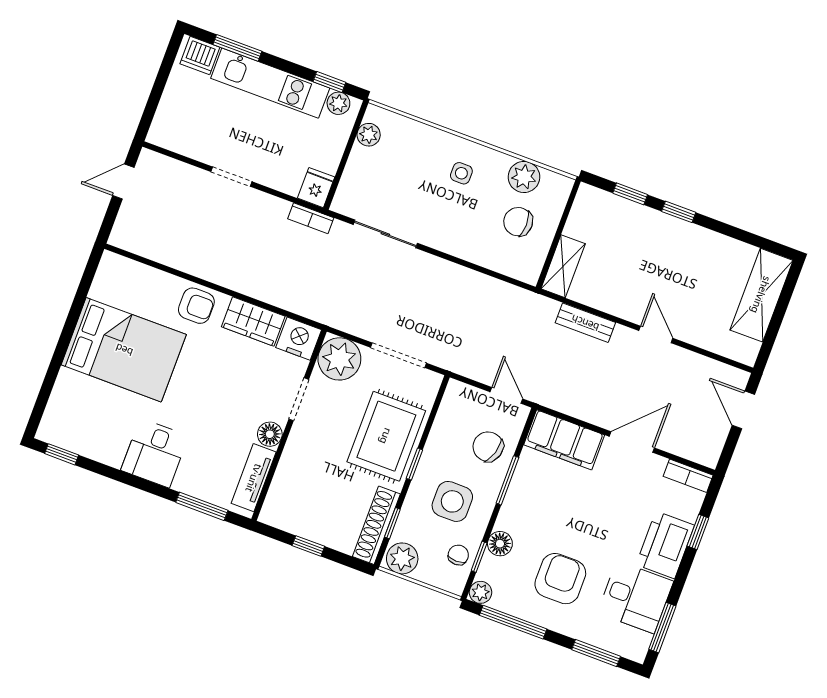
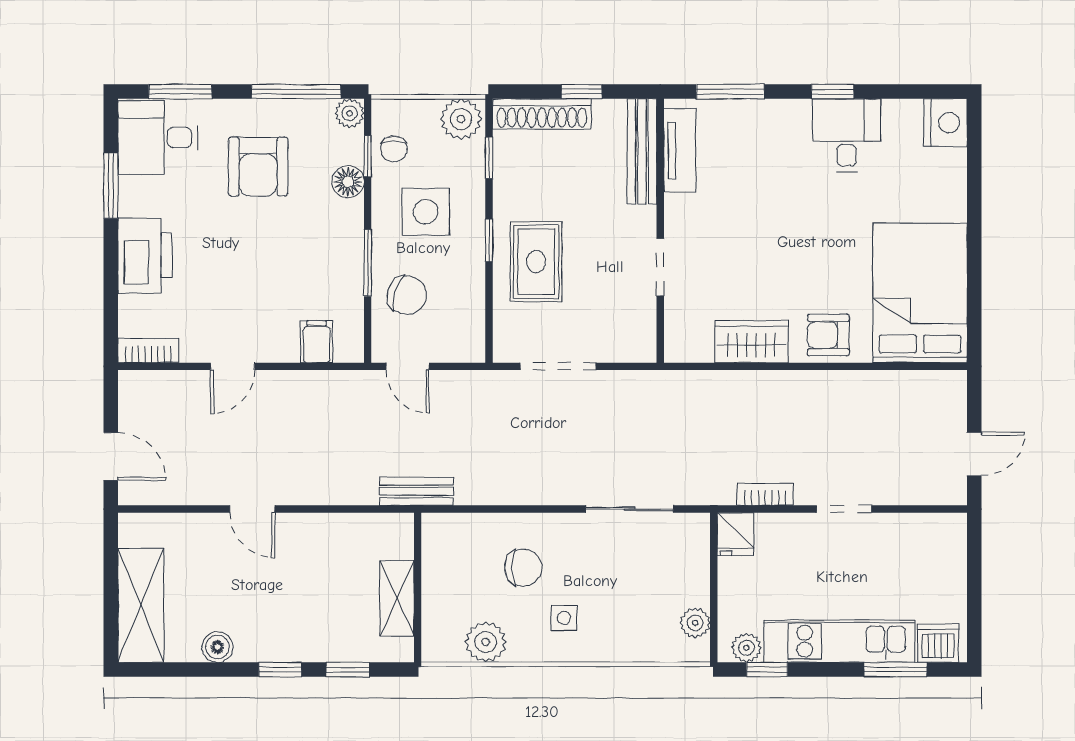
bookcase: (311, 218) -> (765, 494), moved
chair: (518, 222) -> (523, 568), moved
boiler: (718, 245) -> (217, 647), added
shelving: (563, 266) -> (397, 598), moved
bench: (585, 323) -> (417, 491), moved
nightstand: (299, 339) -> (946, 123), moved, turned -90
bed: (124, 350) -> (920, 293), moved, turned 90
plant: (339, 359) -> (629, 335), removed
floor lamp: (270, 434) -> (680, 211), removed
rug: (386, 436) -> (536, 262), width x0.73, depth x0.70
filing cabinet: (564, 440) -> (317, 342), width x0.33, depth x0.86
door: (632, 442) -> (233, 366), width x0.73
desk: (155, 453) -> (847, 135), moved
window: (62, 454) -> (832, 92), moved
bench: (281, 487) -> (642, 152), added
shoe rack: (376, 525) -> (542, 114), moved, turned 90
window: (698, 532) -> (111, 286), removed
desk: (635, 597) -> (158, 138), moved
window: (662, 628) -> (111, 186), moved

